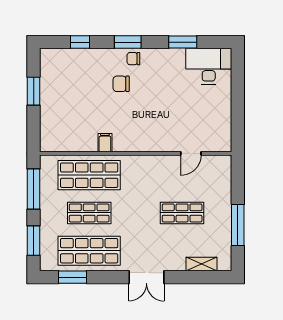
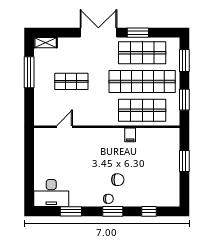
window: (34, 91) -> (184, 161), moved
window: (34, 189) -> (184, 100), width x0.69
shop shelf: (89, 213) -> (142, 81), width x2.00, depth x1.36
shelving: (202, 264) -> (46, 43), moved
window: (72, 277) -> (138, 33), moved
double door: (146, 277) -> (98, 33), width x1.37

